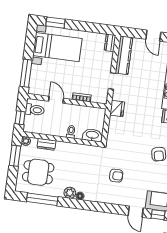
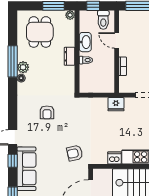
door: (56, 100) -> (117, 40), swing flipped
washbasin: (92, 135) -> (85, 42), moved
dresser: (46, 144) -> (70, 56), moved
window: (42, 199) -> (13, 61), moved

